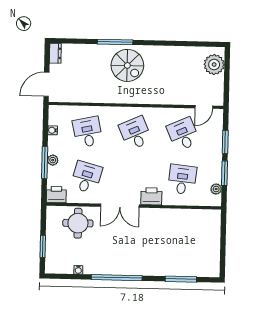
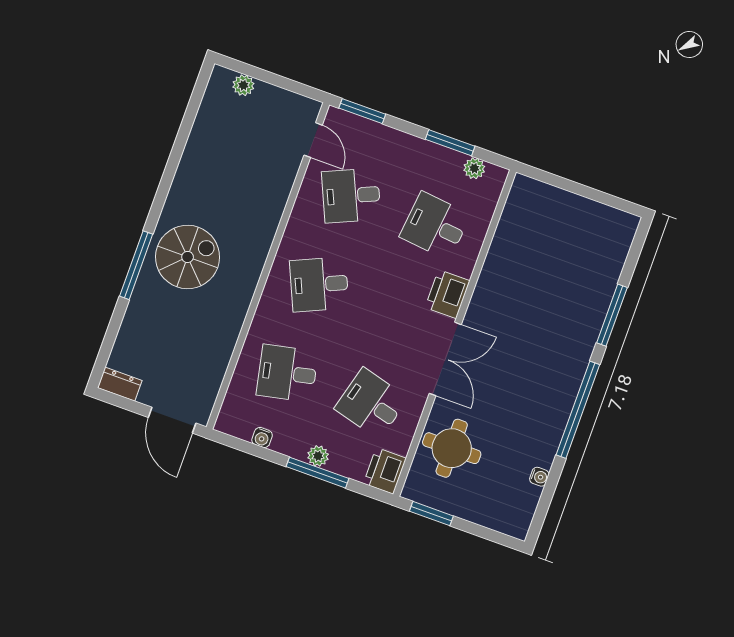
plant: (214, 64) -> (243, 85), width x0.53, depth x0.53
window: (225, 142) -> (362, 111), moved
window: (43, 246) -> (431, 514), moved
window: (181, 279) -> (612, 315), moved

